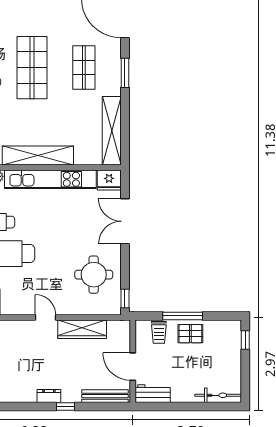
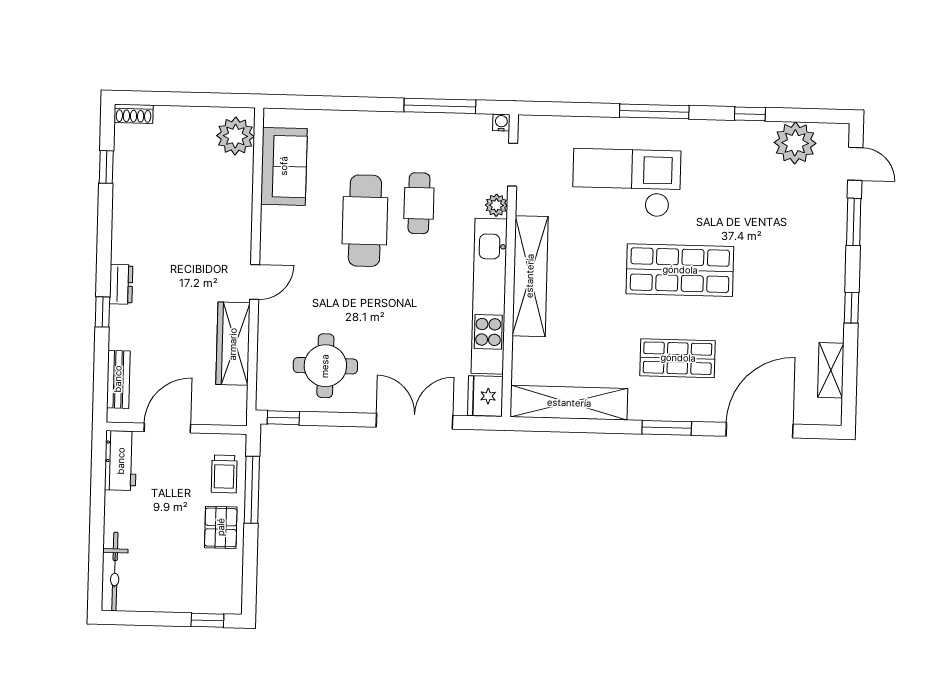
window: (183, 316) -> (252, 490), moved
trolley: (159, 332) -> (224, 474), turned -90
bench: (105, 396) -> (118, 379), width x0.73

